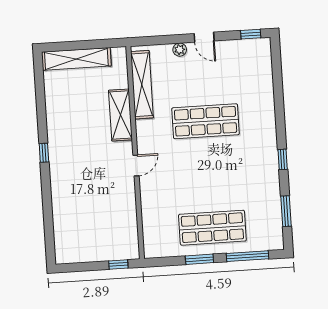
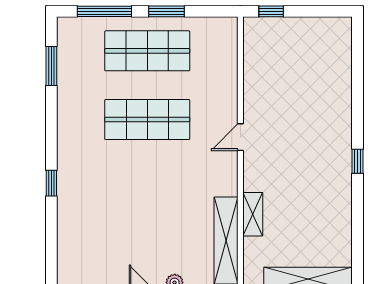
shelving: (120, 115) -> (253, 214), width x0.67, depth x0.75
shop shelf: (206, 121) -> (147, 120), moved
window: (283, 159) -> (51, 183), moved

